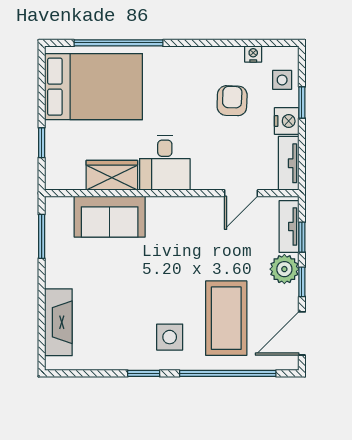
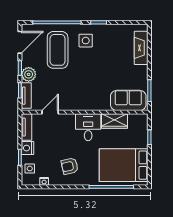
armchair: (232, 101) -> (70, 166), moved, turned 75
sofa: (110, 217) -> (128, 100), moved

